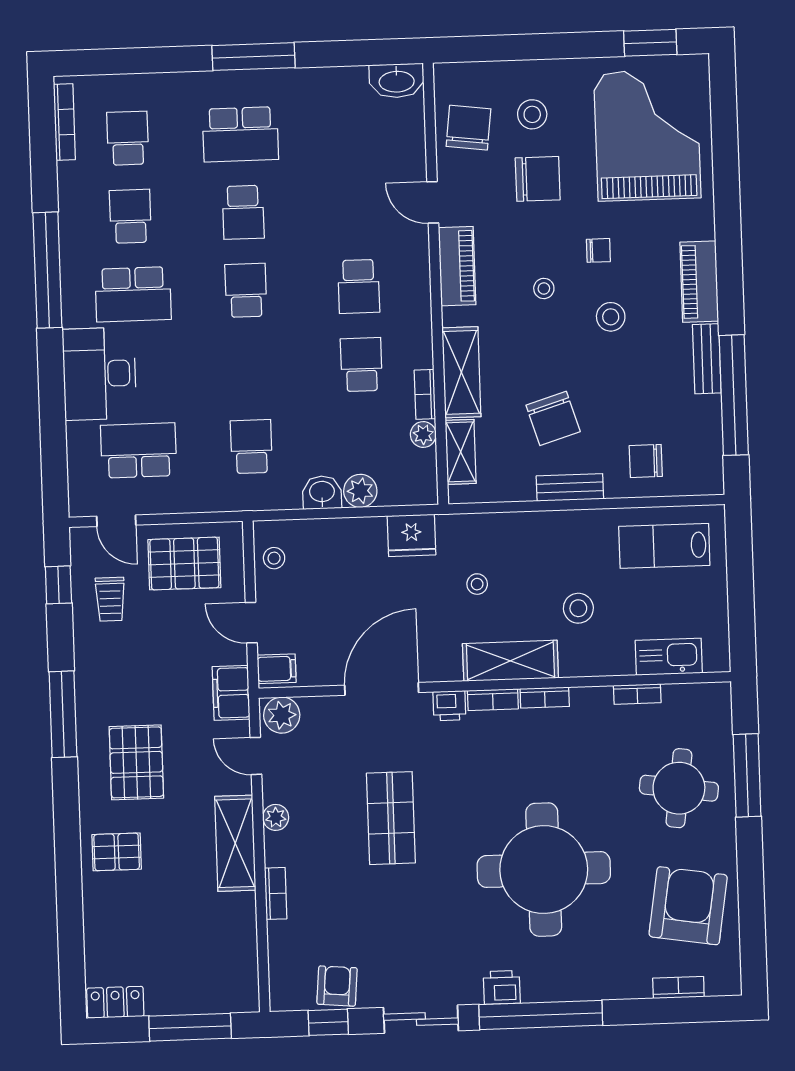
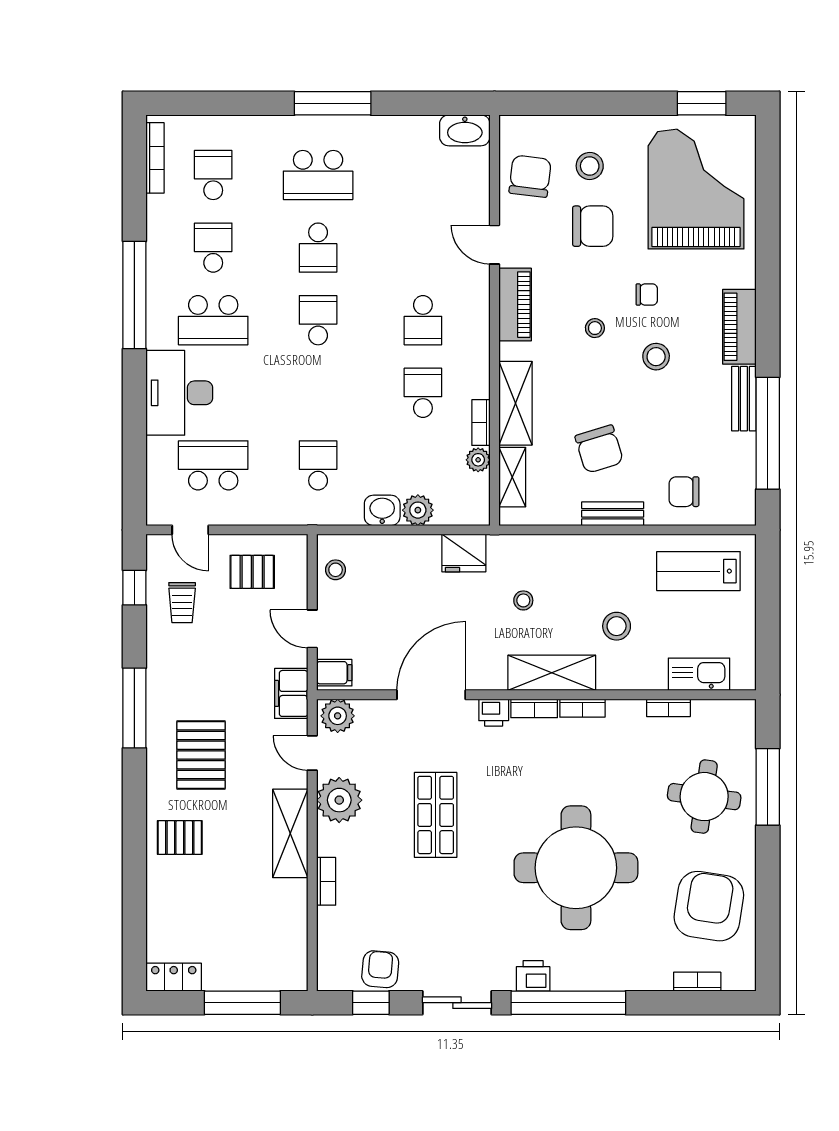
pallet: (184, 564) -> (252, 572), width x0.67, depth x0.71
plant: (276, 817) -> (339, 800), width x1.87, depth x1.87

